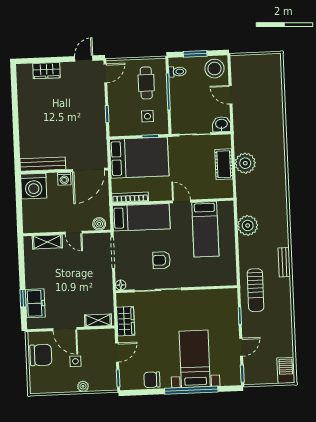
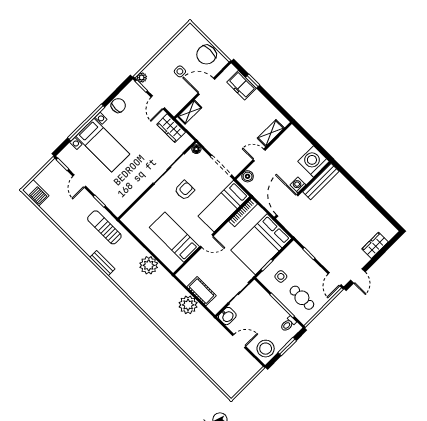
plant: (83, 386) -> (142, 78), moved

